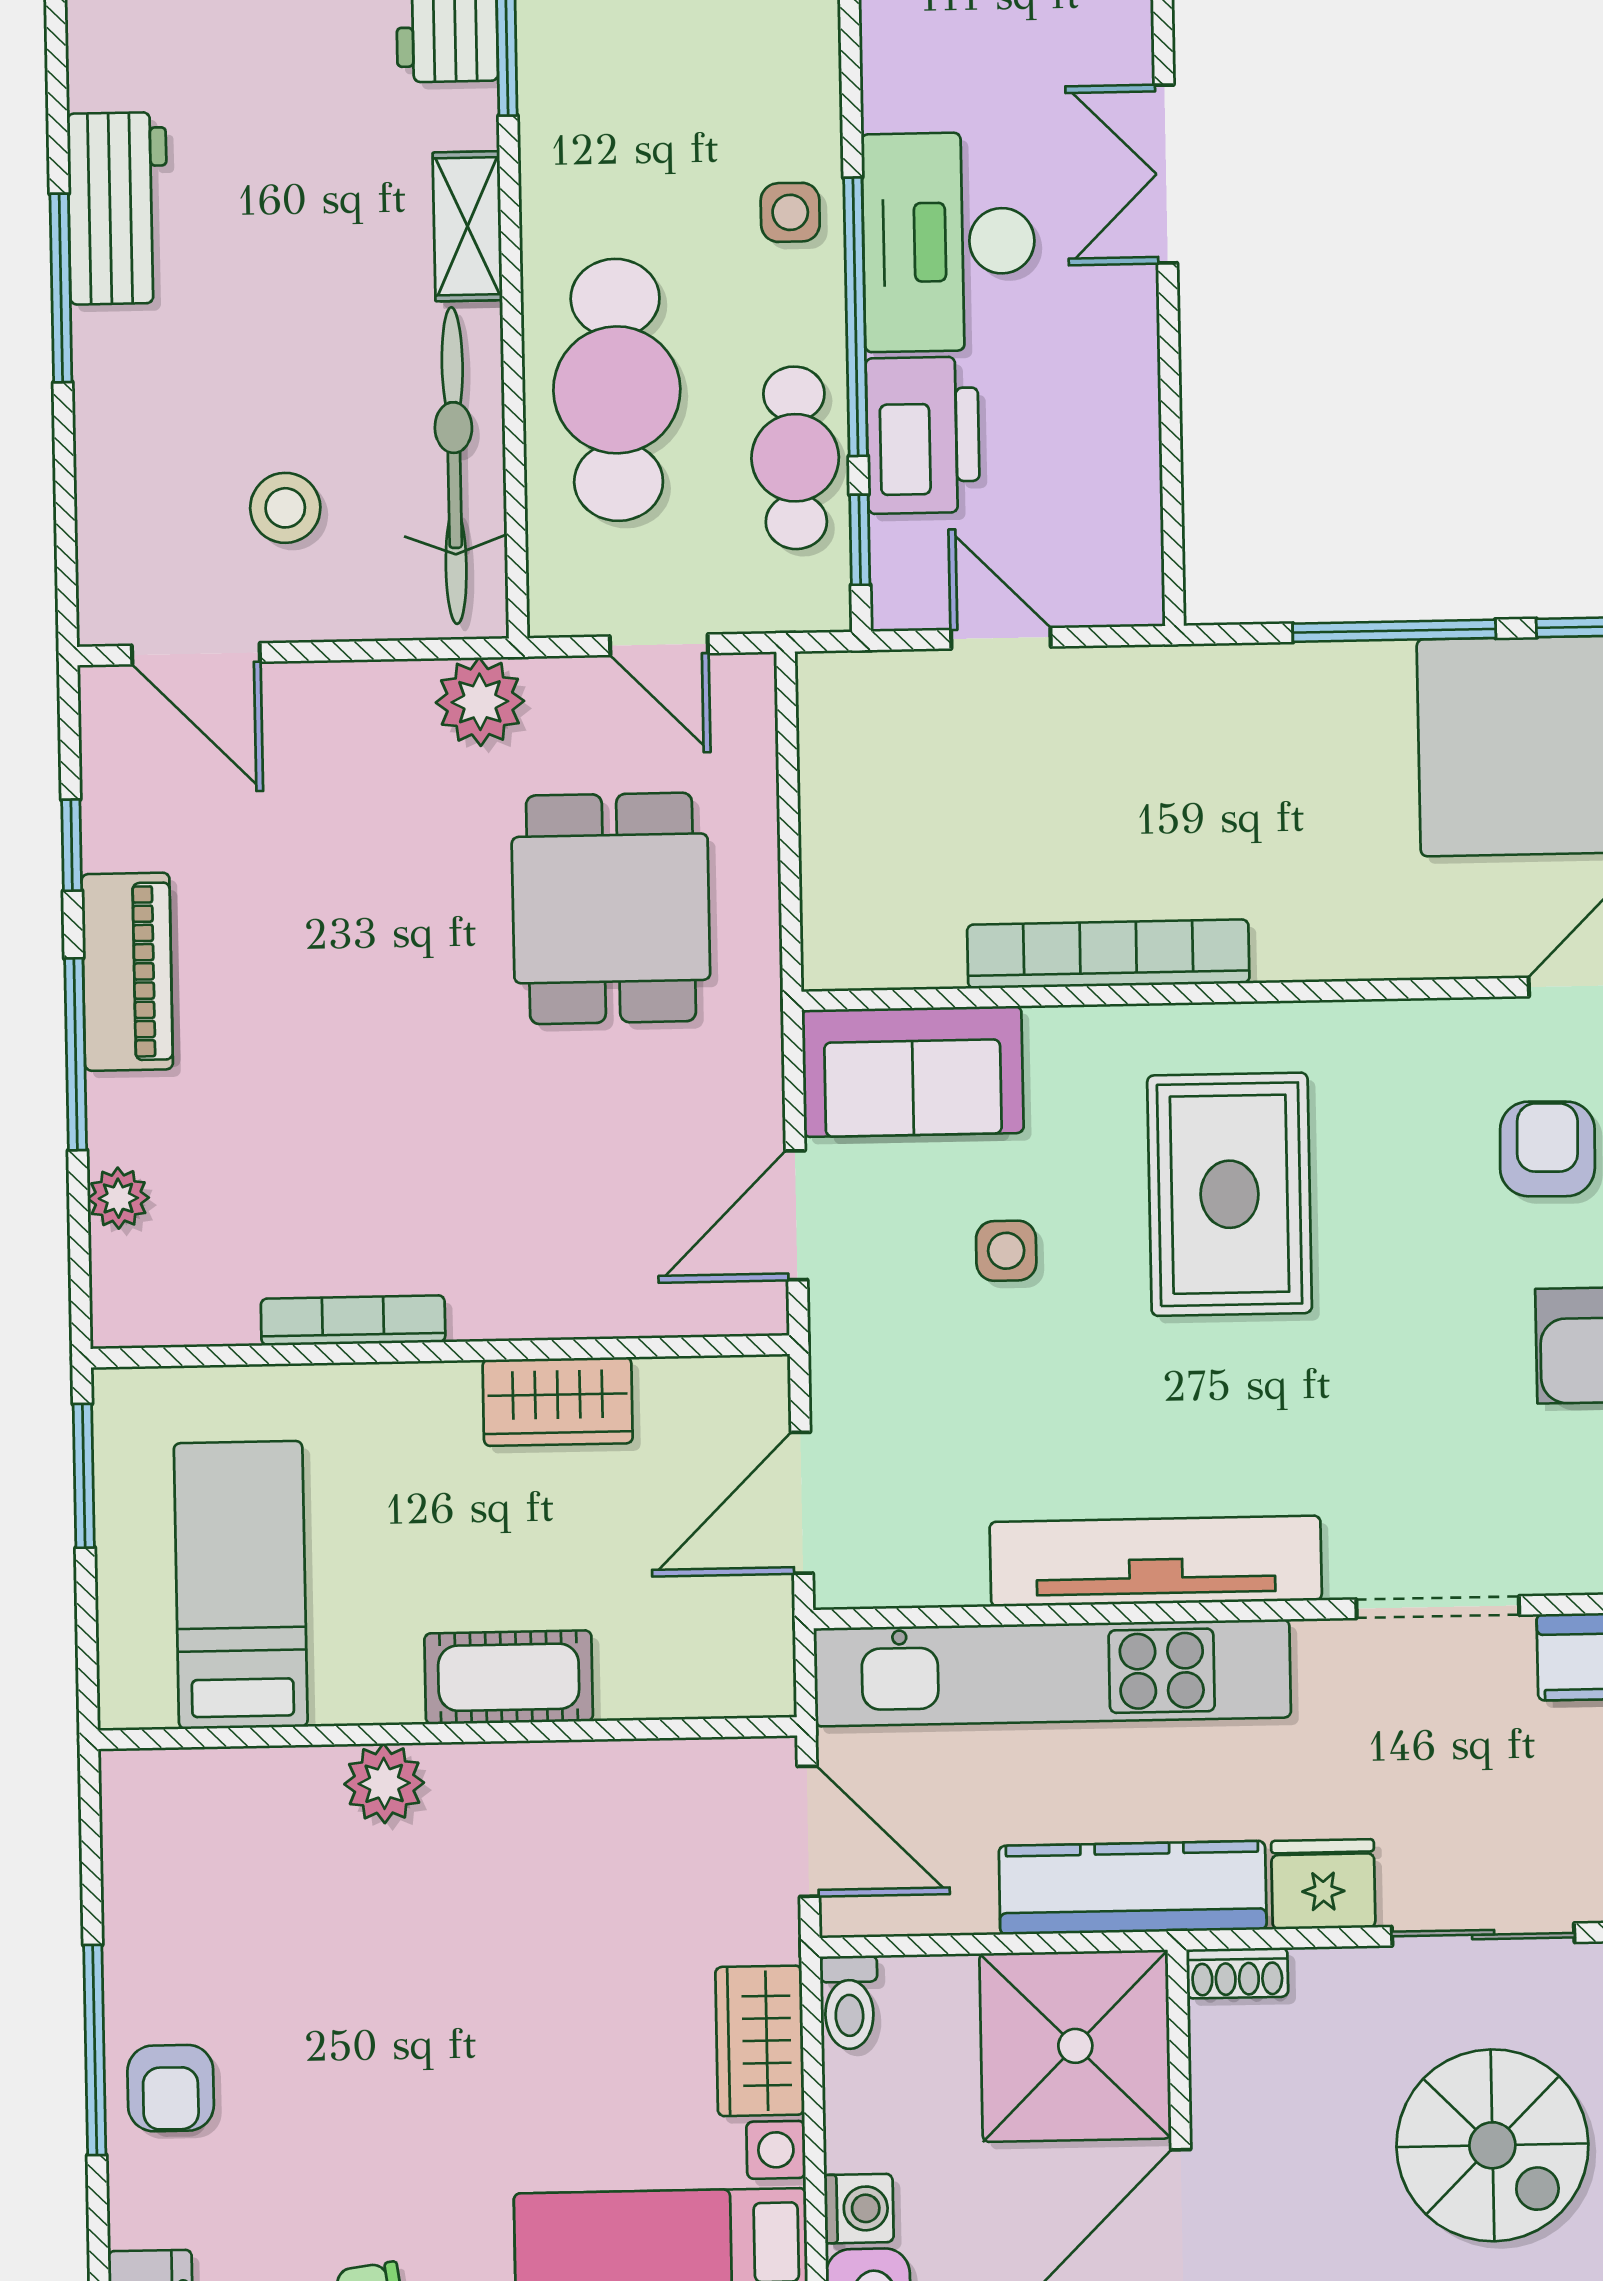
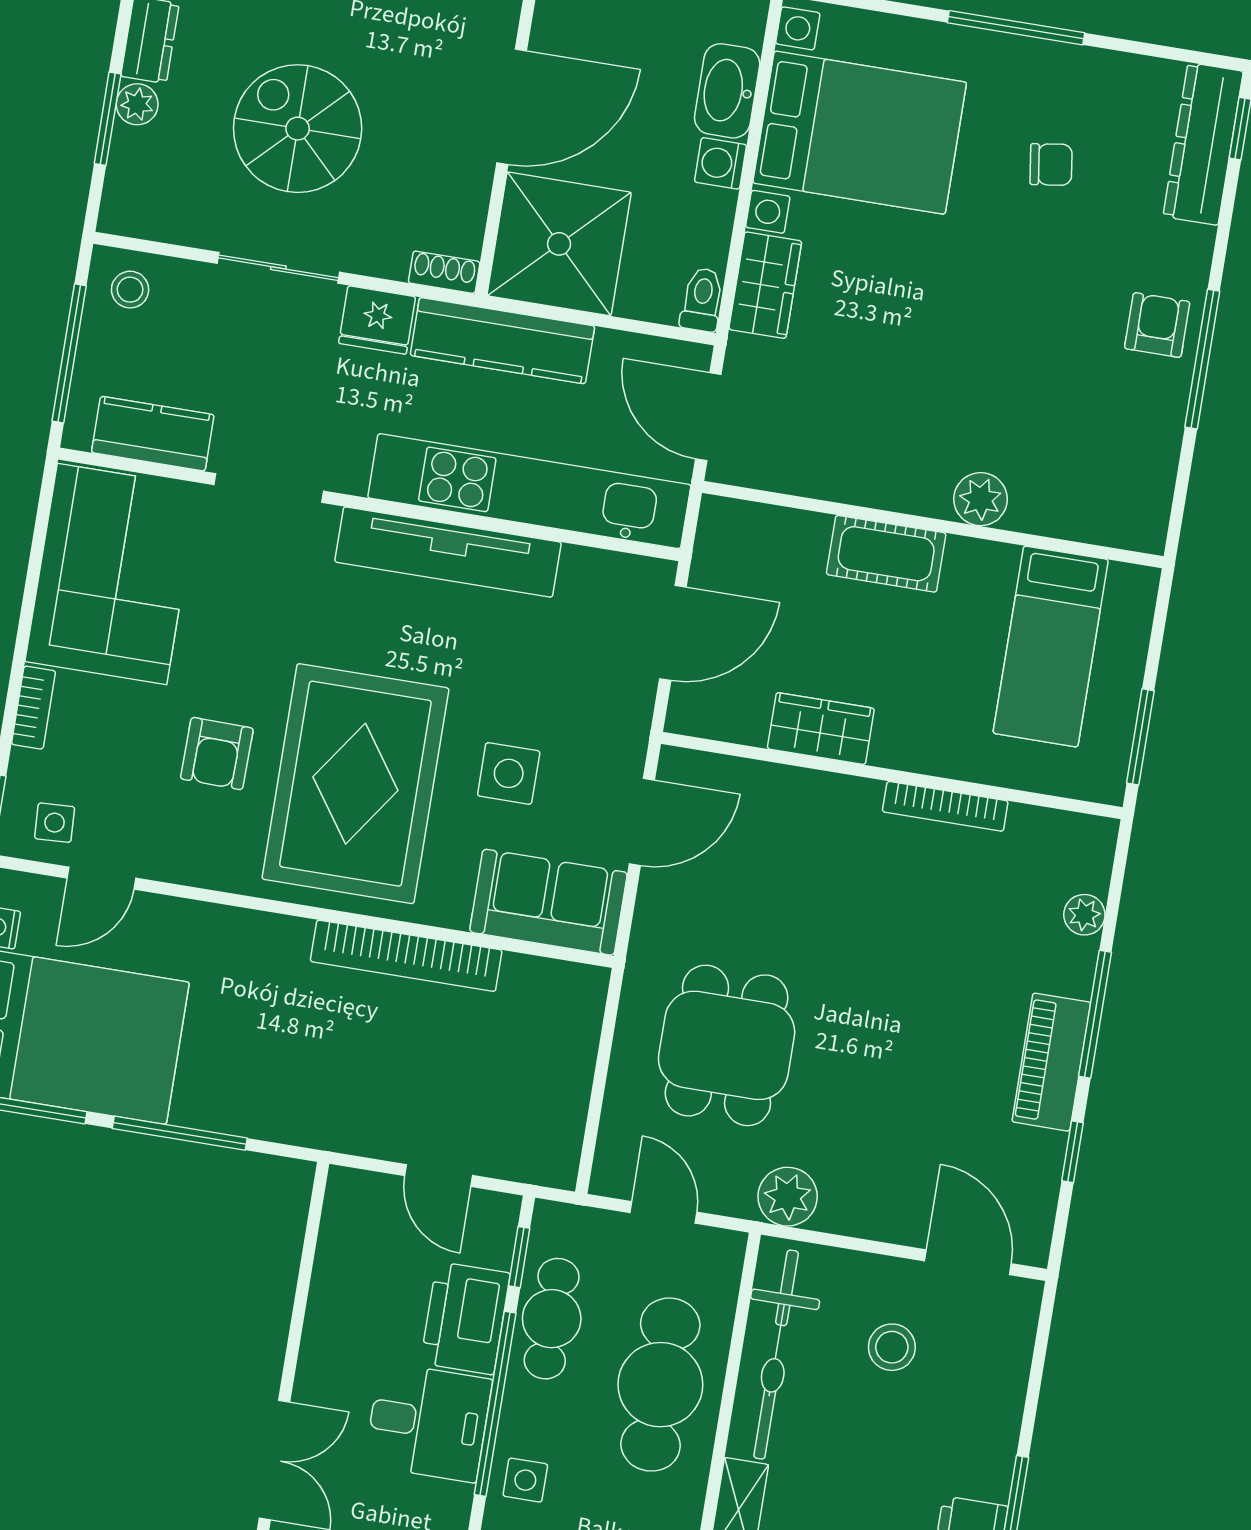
desk: (949, 242) -> (428, 1422), width x0.73
armchair: (1547, 1149) -> (217, 754), moved
rug: (1230, 1194) -> (355, 784), width x1.37, depth x1.44
side table: (1006, 1251) -> (509, 773), width x1.37, depth x1.37

